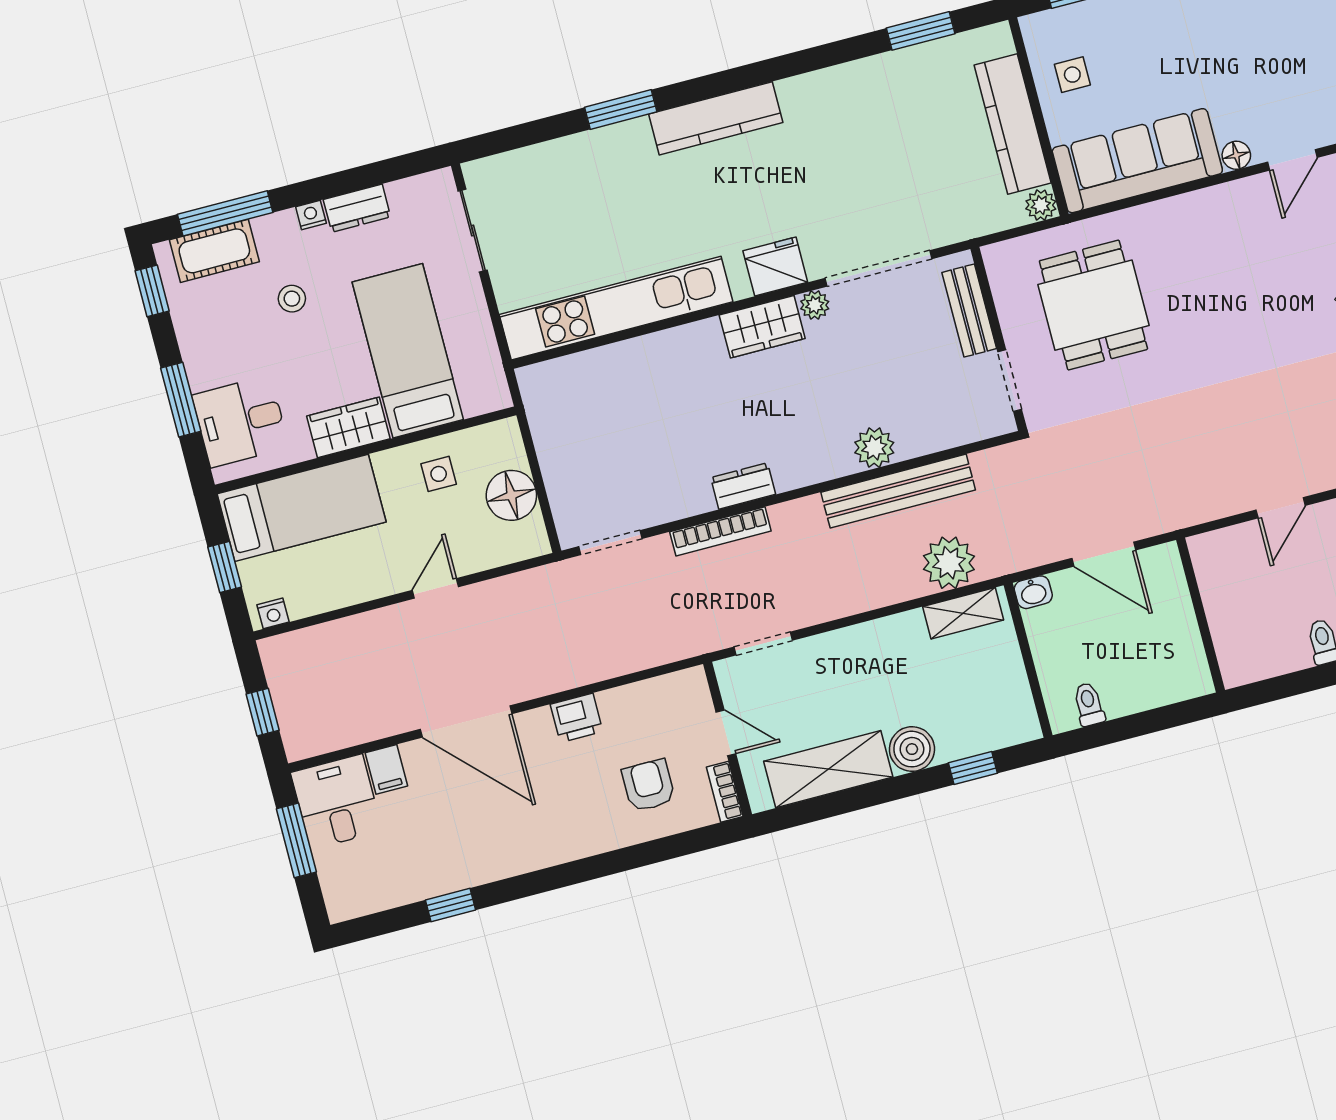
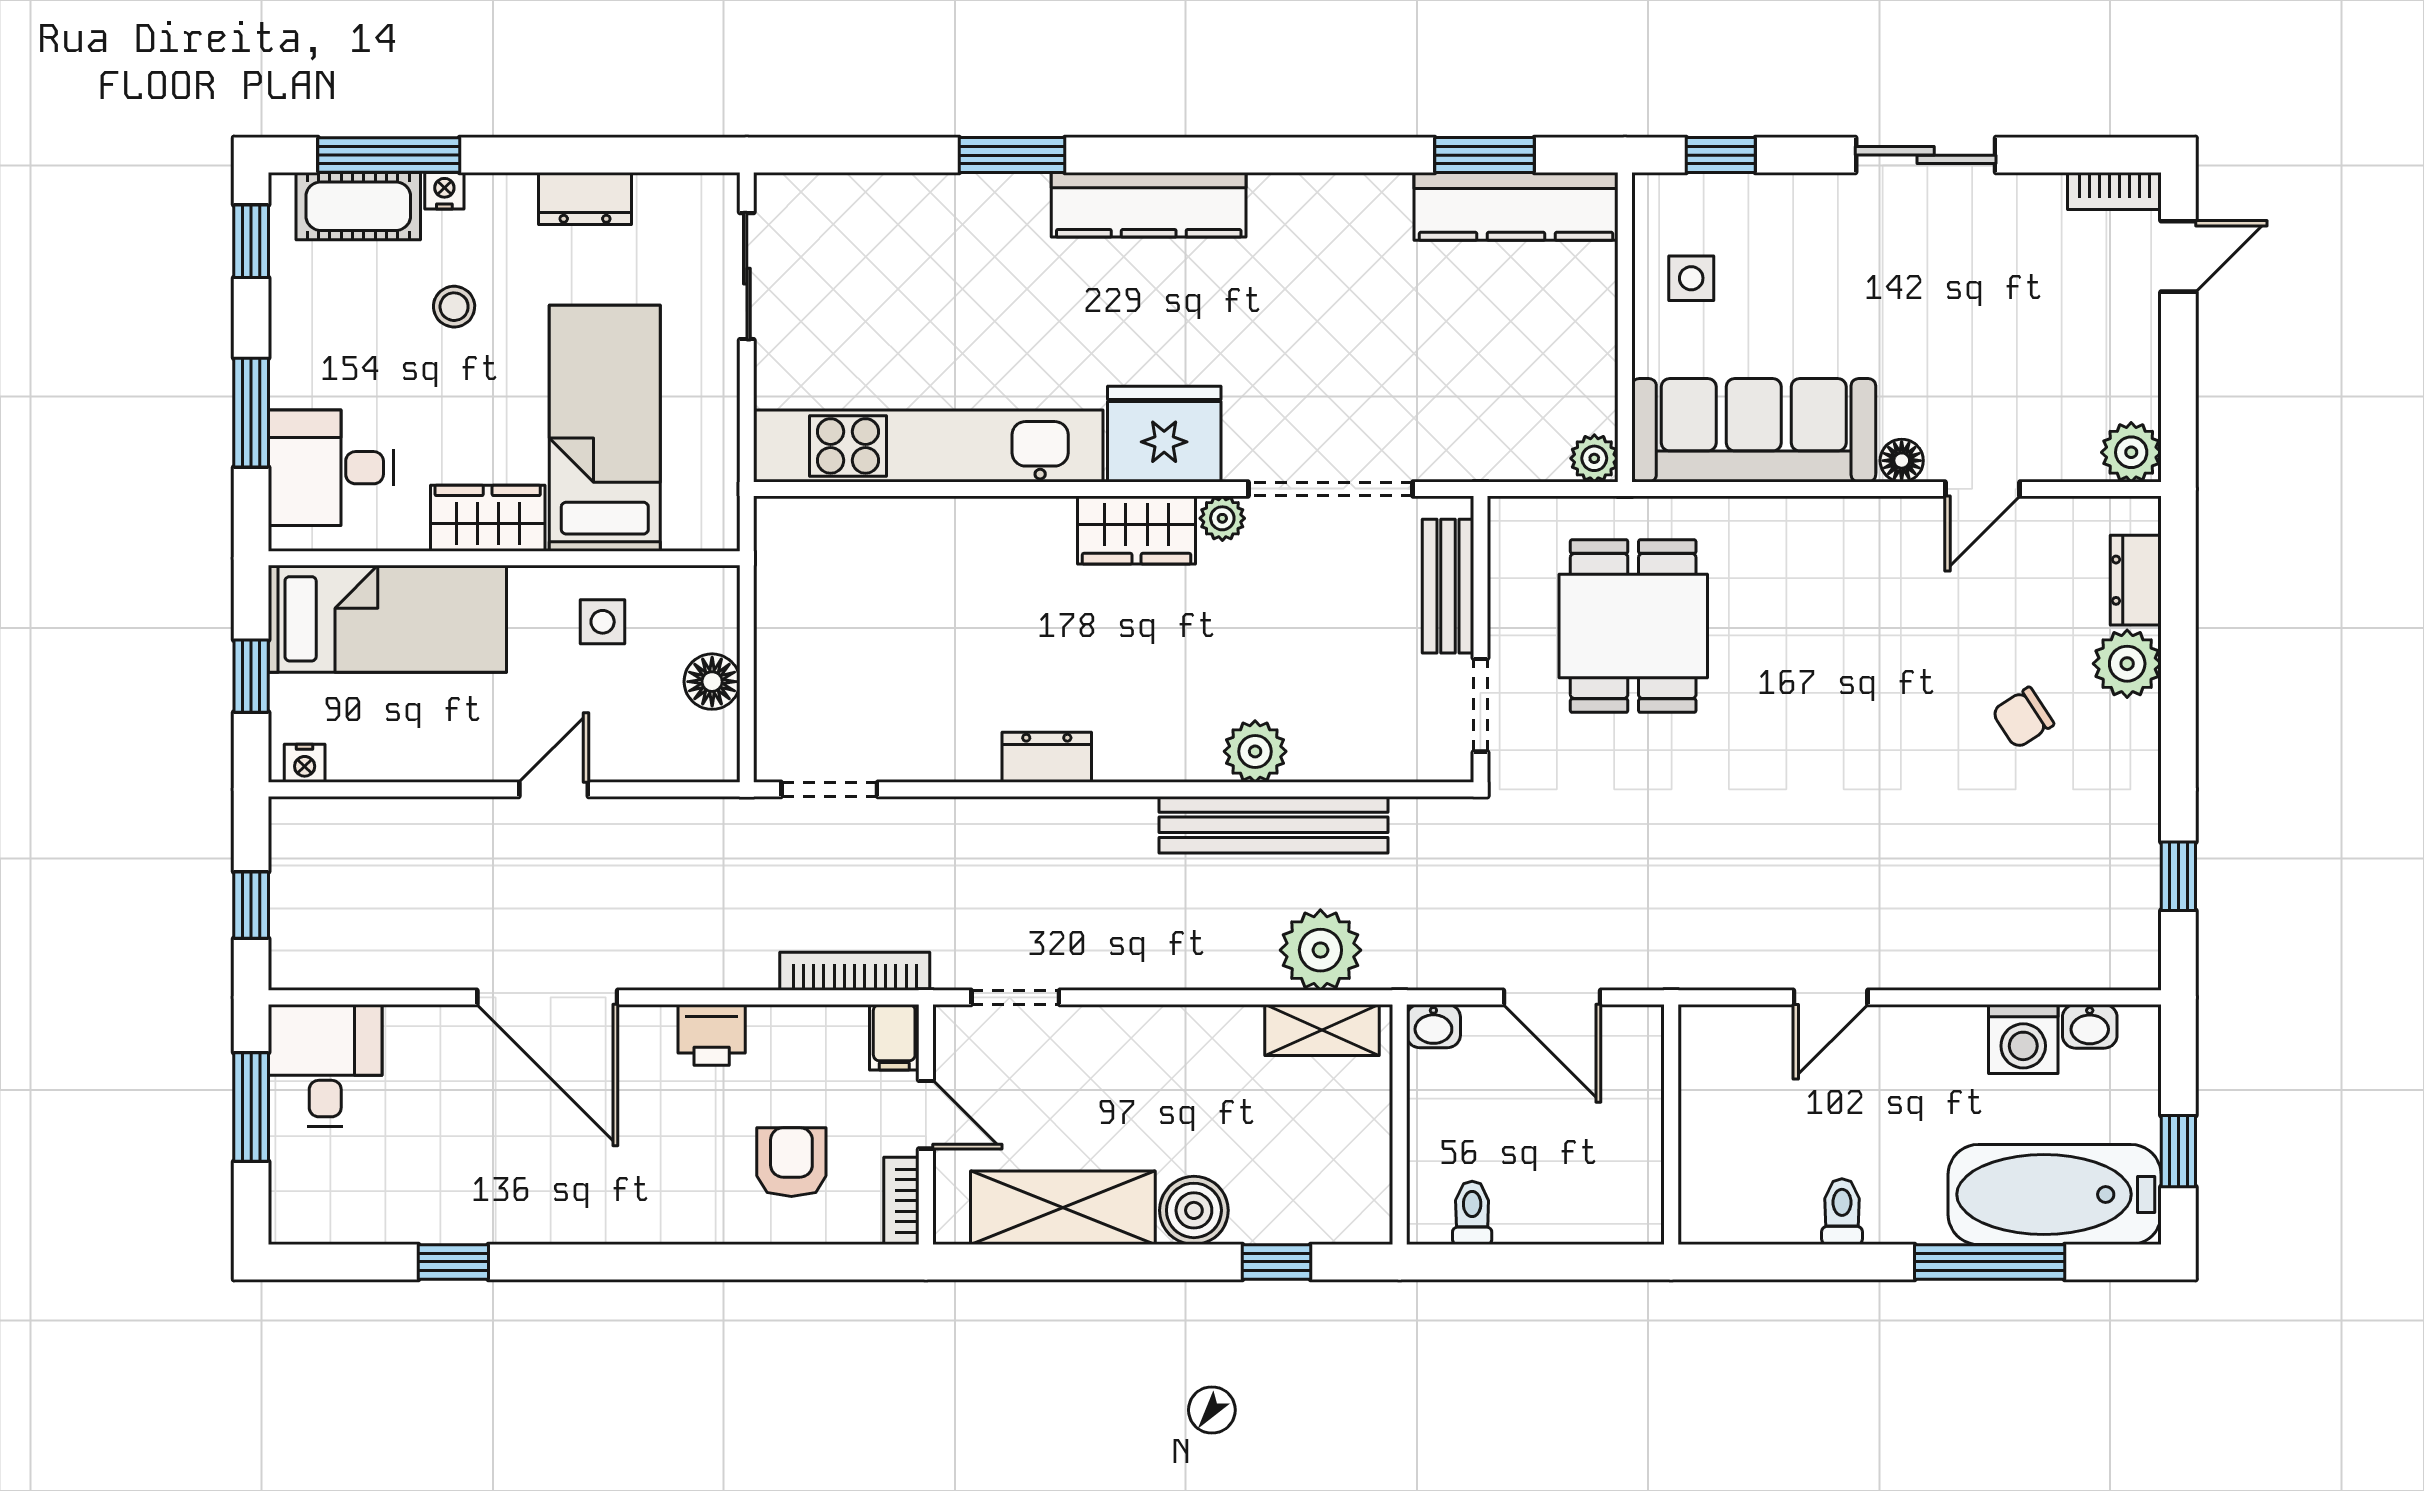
kitchen counter: (1013, 124) -> (1516, 206), moved, turned -90
nightstand: (311, 215) -> (444, 191), moved
fridge: (775, 266) -> (1164, 434), width x1.36, depth x1.34
floor lamp: (511, 495) -> (712, 682), width x0.73, depth x0.73
bookcase: (720, 531) -> (855, 971), moved, turned 180
filing cabinet: (386, 769) -> (894, 1037), moved

